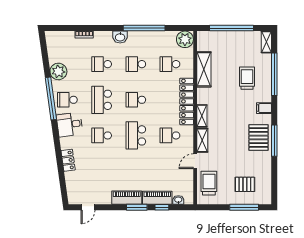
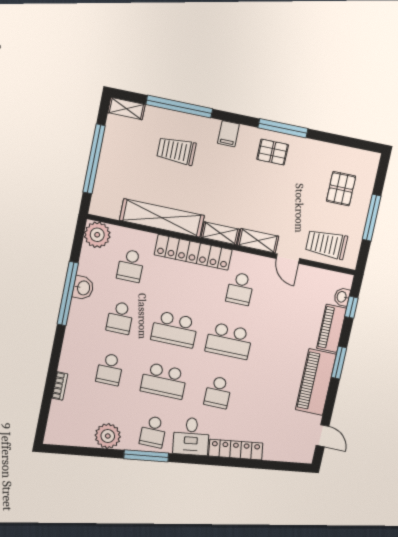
washbasin: (120, 37) -> (83, 288), moved
shelving: (204, 69) -> (162, 218), width x1.47
window: (51, 98) -> (146, 456), width x0.68
school desk: (136, 100) -> (174, 329), width x1.85
pallet: (259, 138) -> (273, 152), width x0.67, depth x0.71
locker: (68, 160) -> (236, 450), width x1.53
piano: (127, 198) -> (316, 382), width x1.37, depth x1.33
window: (162, 207) -> (351, 307), moved
window: (244, 207) -> (372, 218), moved

